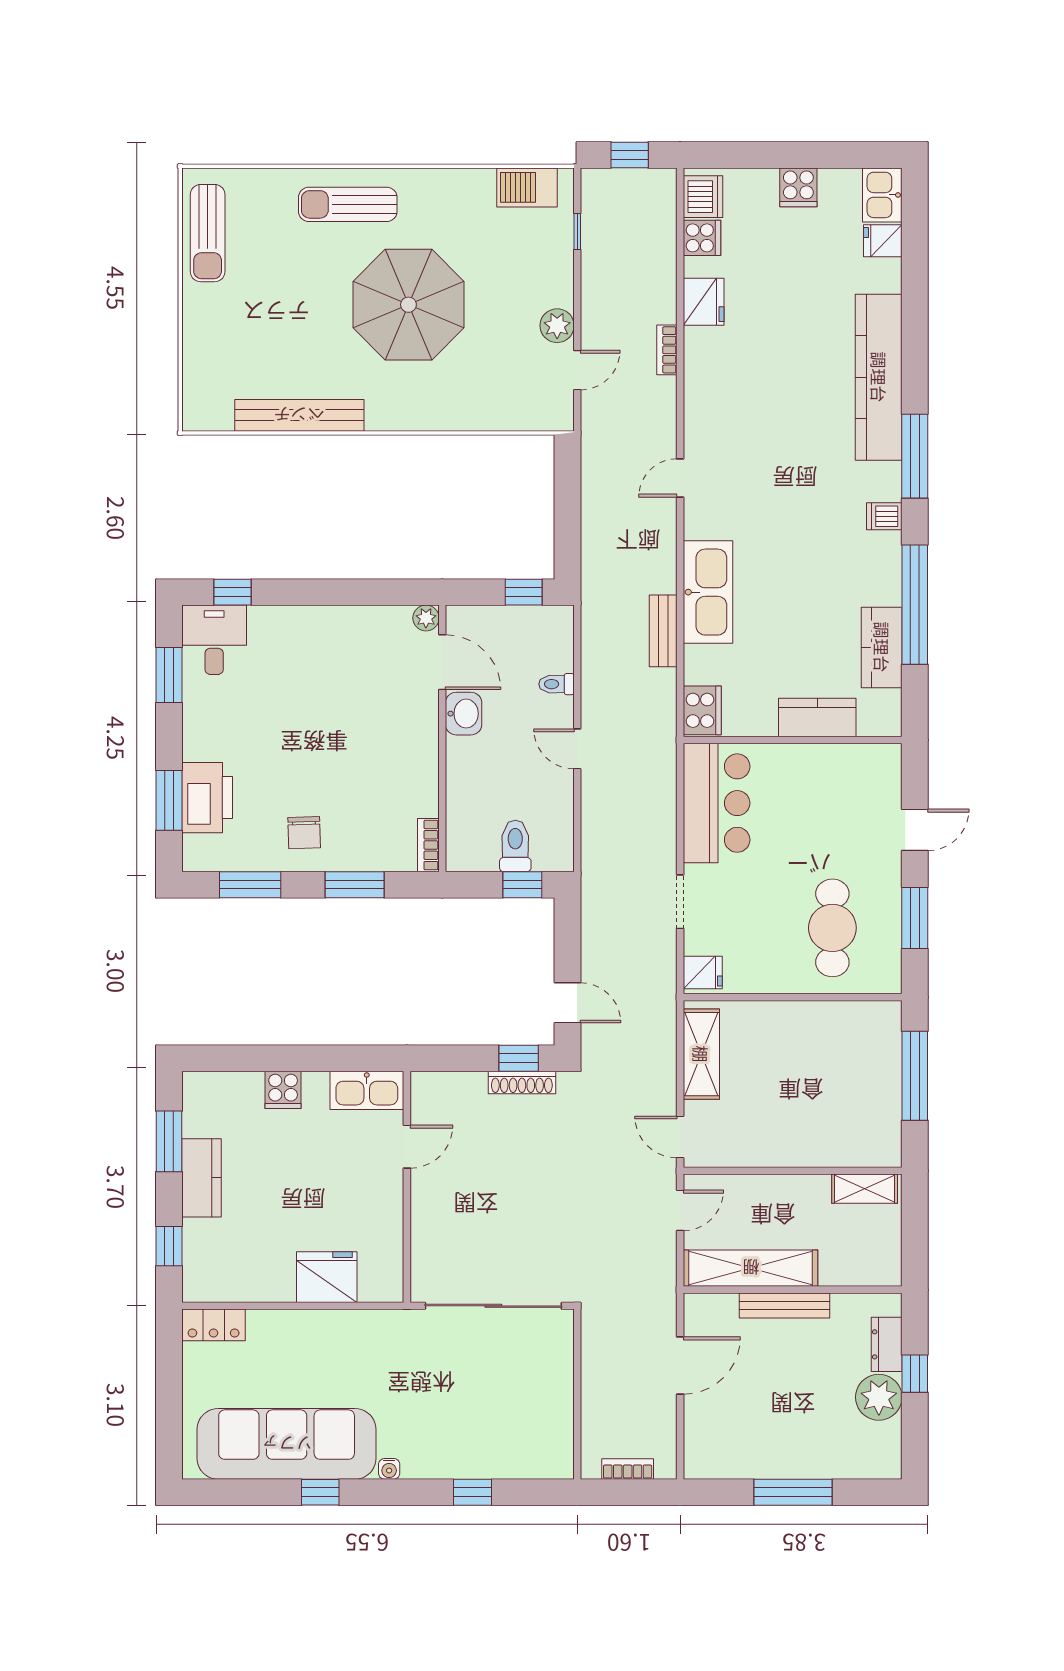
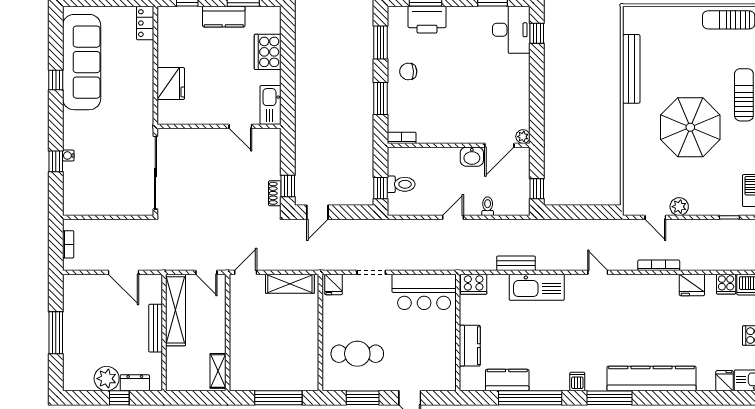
bookcase: (667, 350) -> (659, 265), width x1.56
desk: (214, 640) -> (511, 30), width x1.37
shoe rack: (522, 1083) -> (275, 193), width x0.70
cooker: (283, 1090) -> (268, 52), width x1.87, depth x1.31
water cooler: (389, 1469) -> (68, 156), moved

